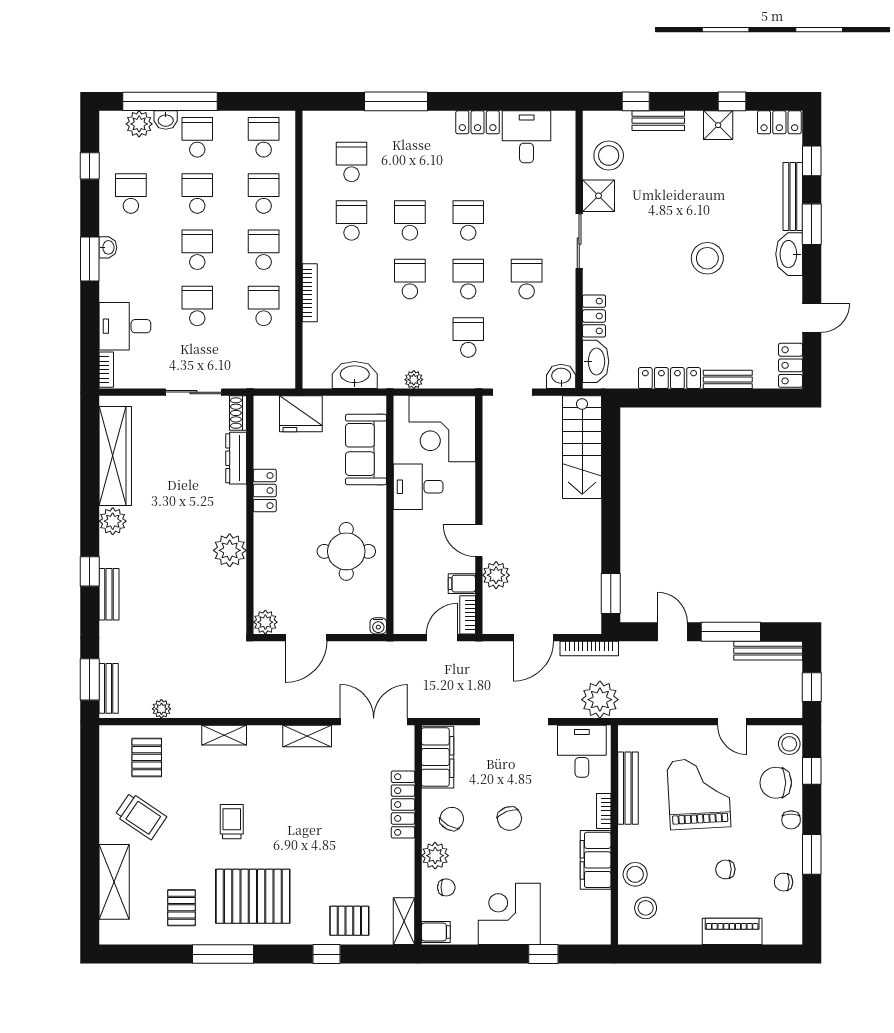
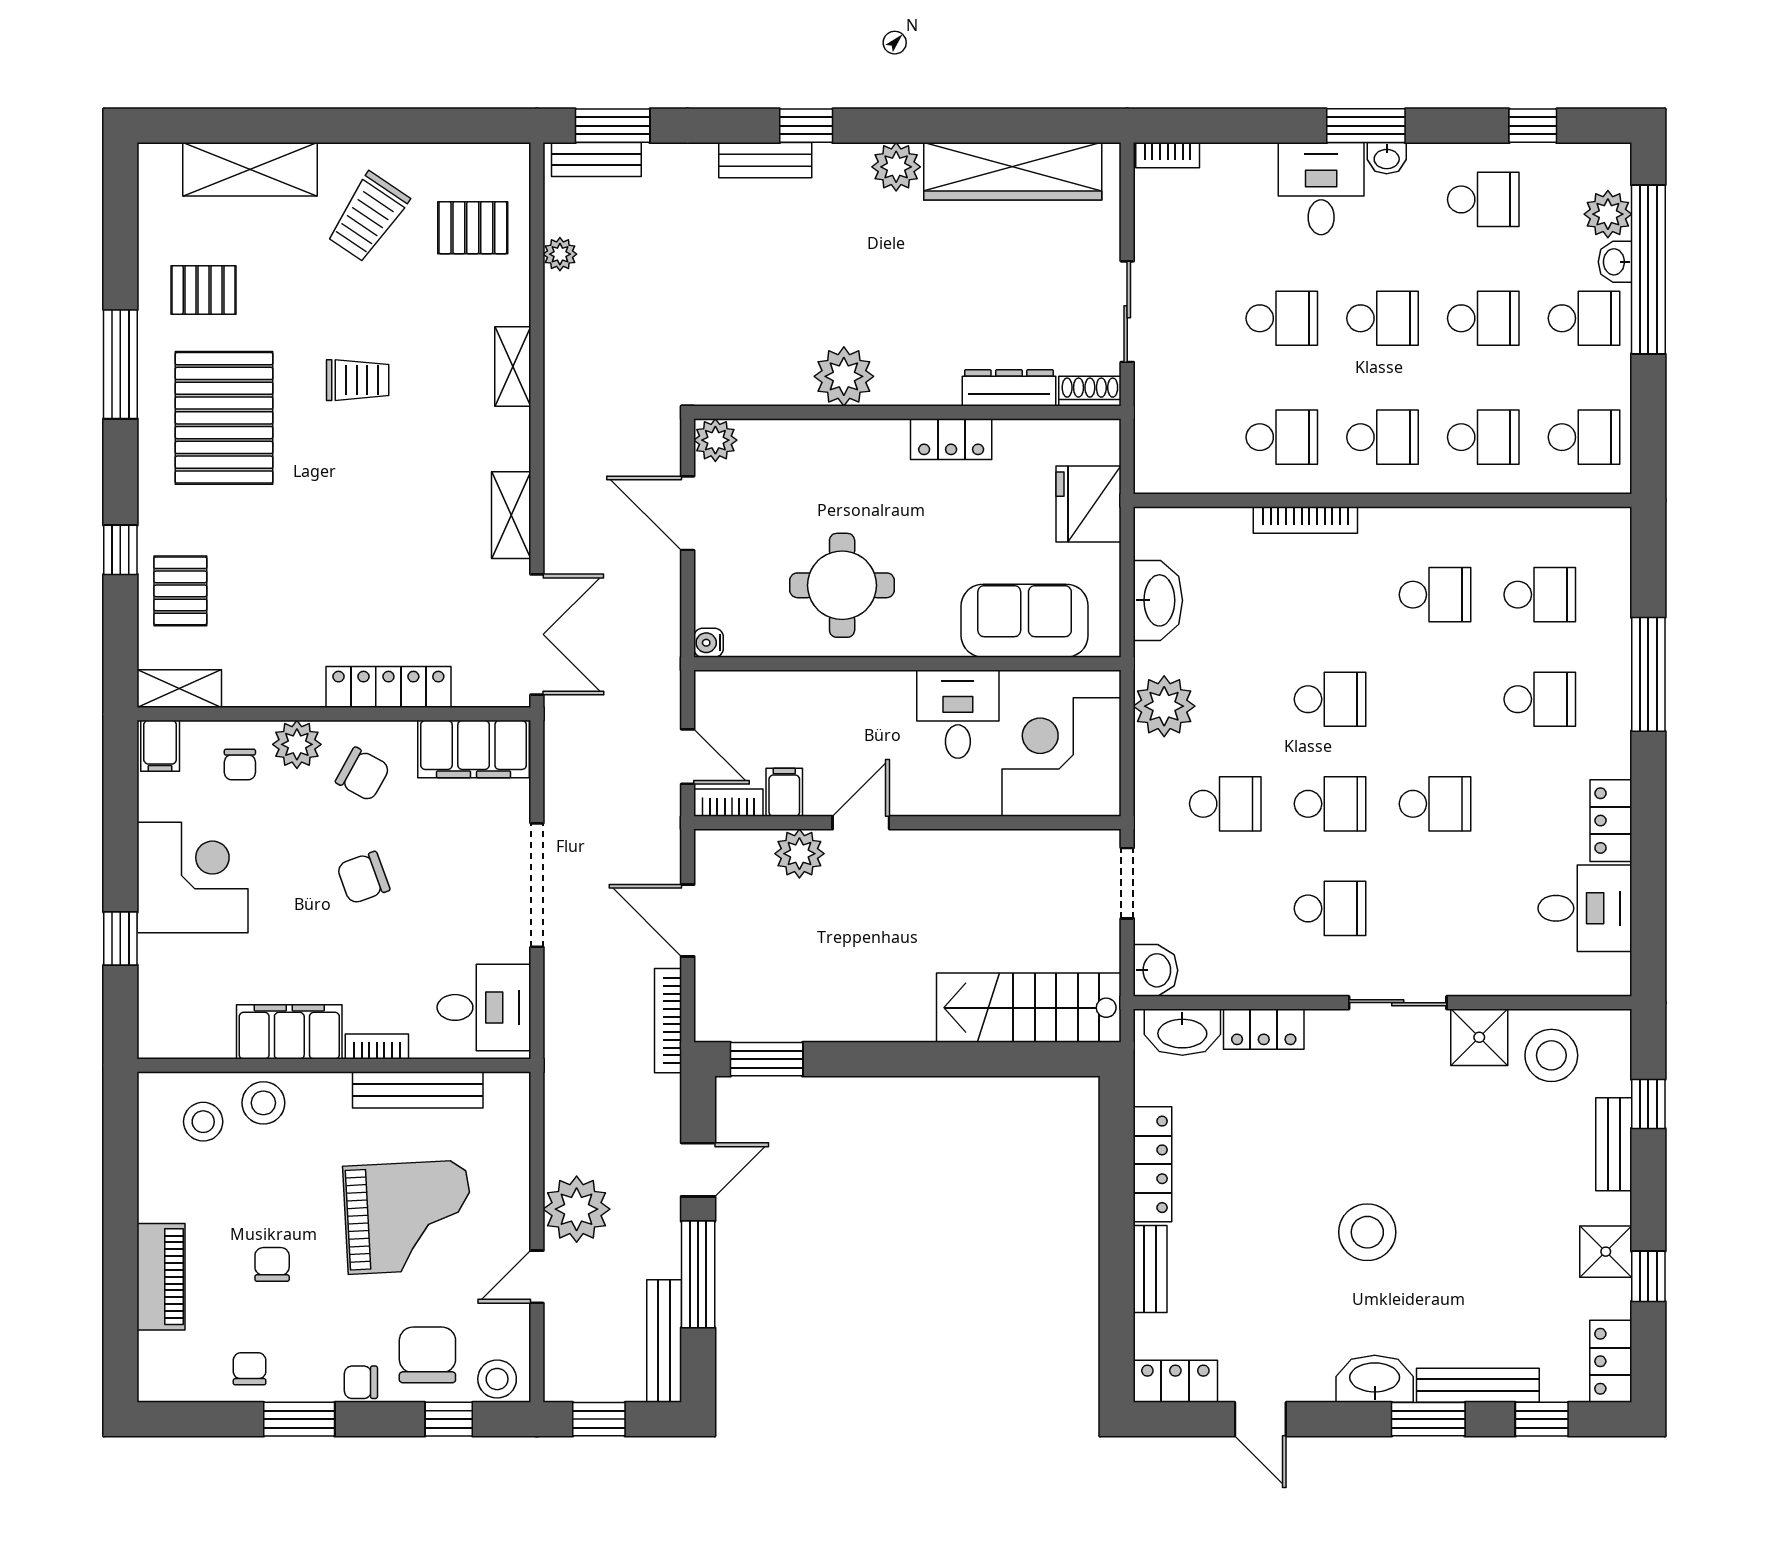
school desk: (410, 220) -> (1540, 699), moved
desk: (125, 326) -> (1321, 189), moved
plant: (414, 380) -> (1164, 706), width x1.88, depth x1.88
plant: (600, 700) -> (577, 1209), moved

